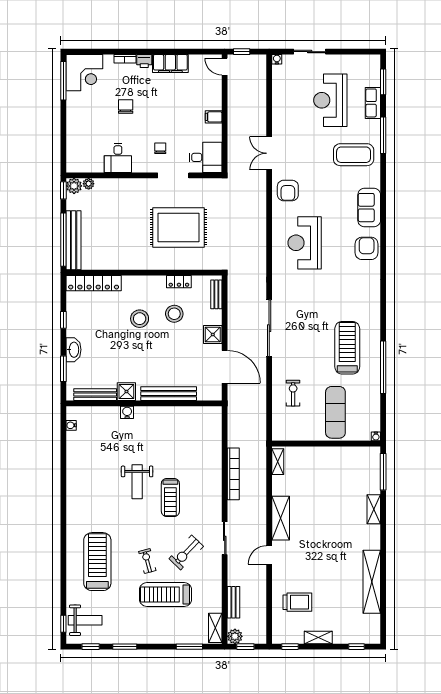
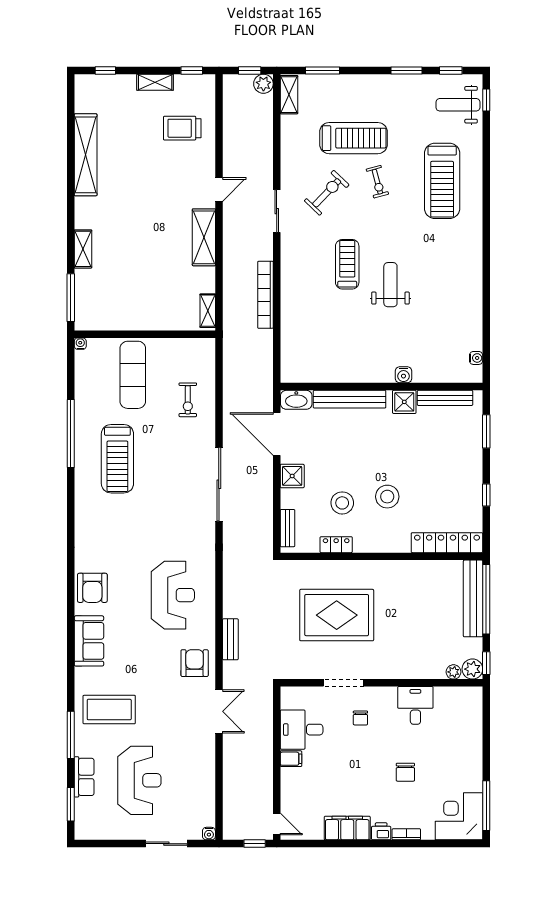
desk: (206, 157) -> (302, 730), moved
washbasin: (74, 350) -> (296, 400), moved, turned -90
bench: (233, 602) -> (230, 639), moved

